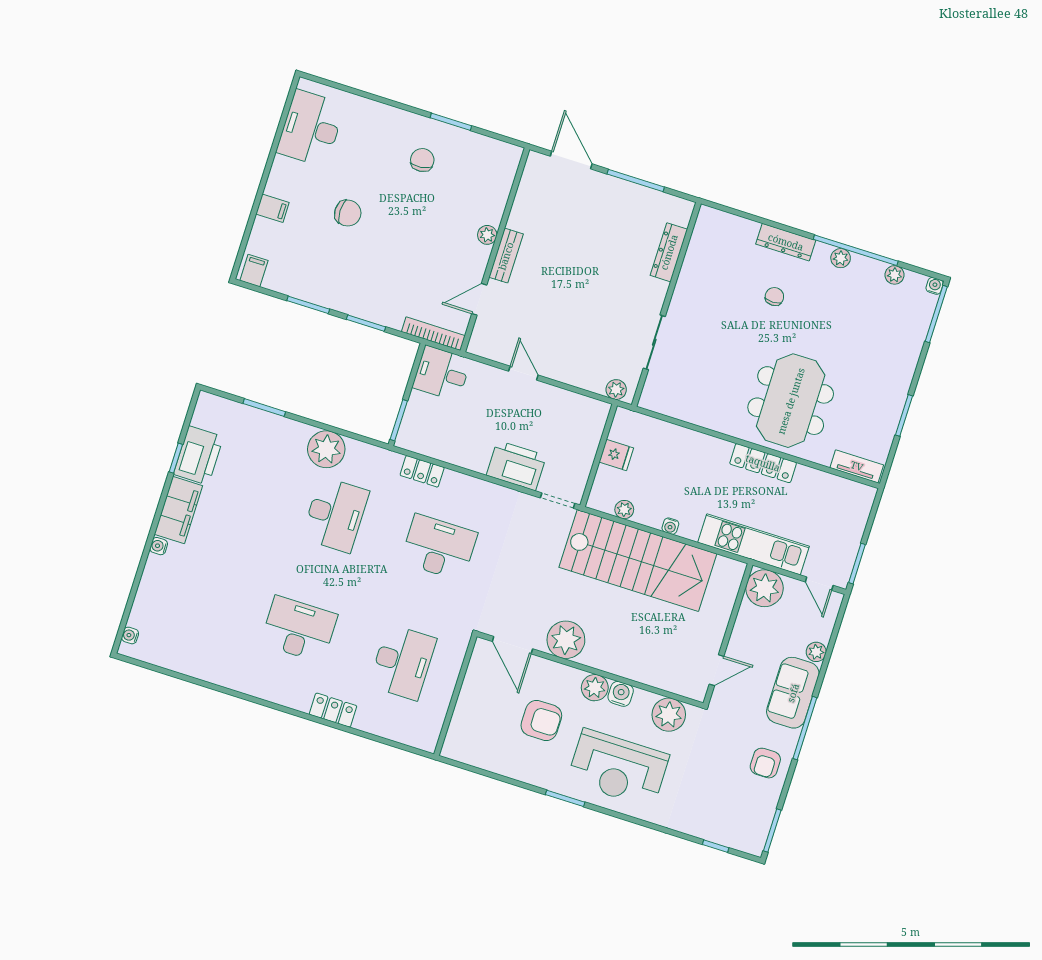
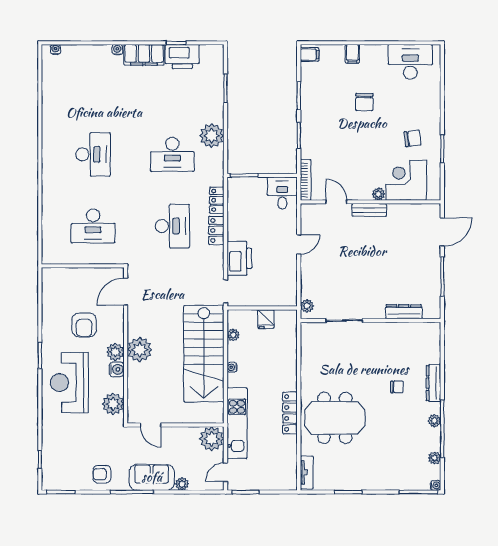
corner desk: (480, 189) -> (406, 180), added
plant: (566, 640) -> (140, 350), moved
locker: (333, 710) -> (216, 230), moved, turned 180

